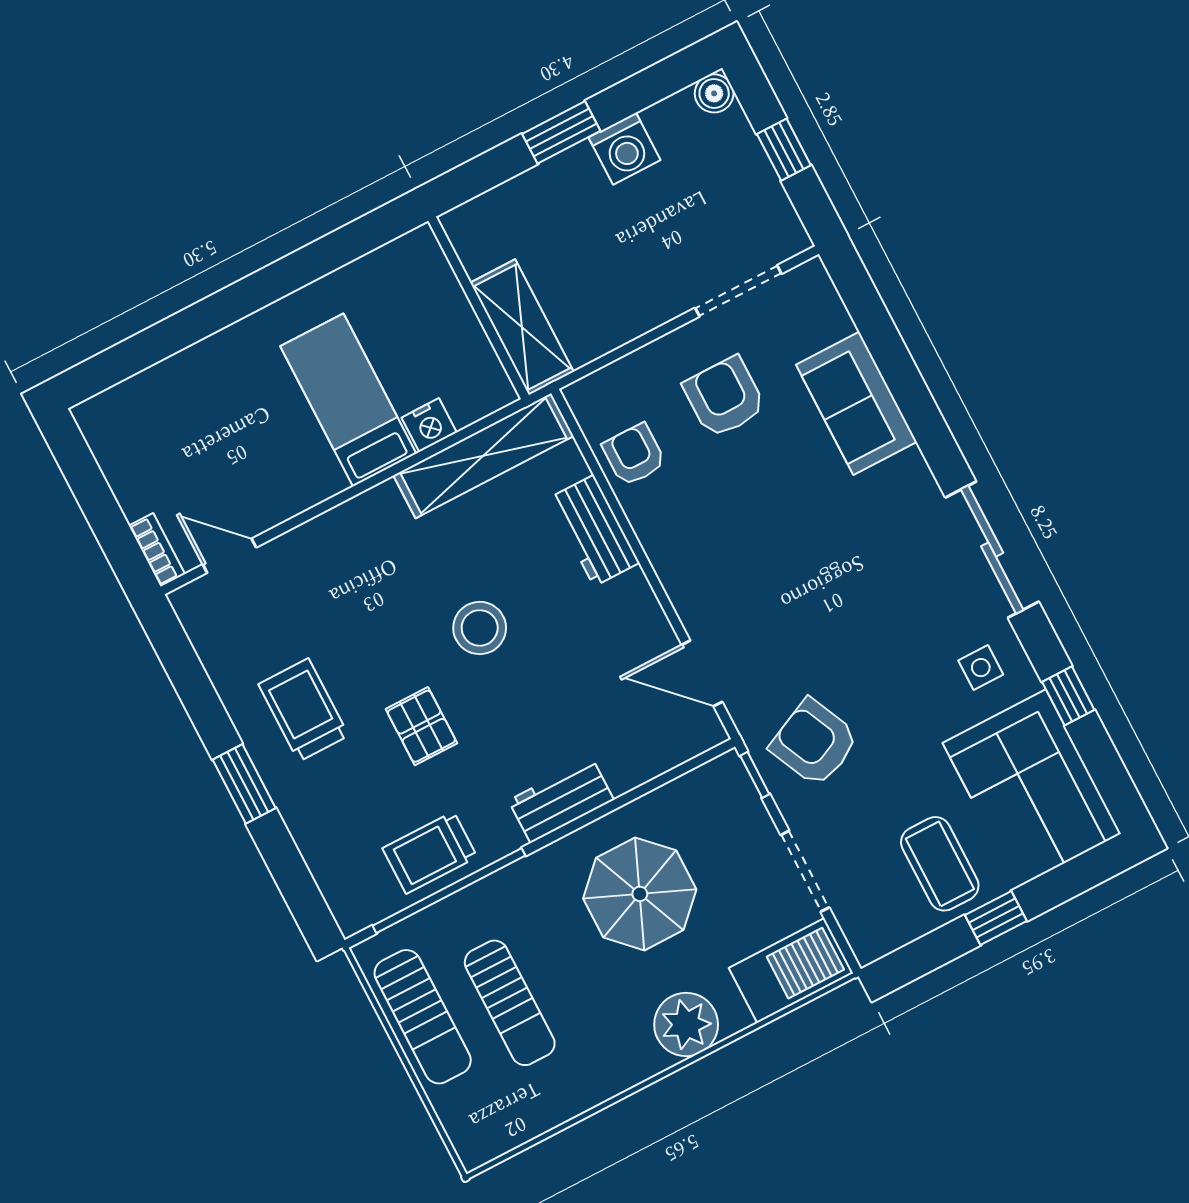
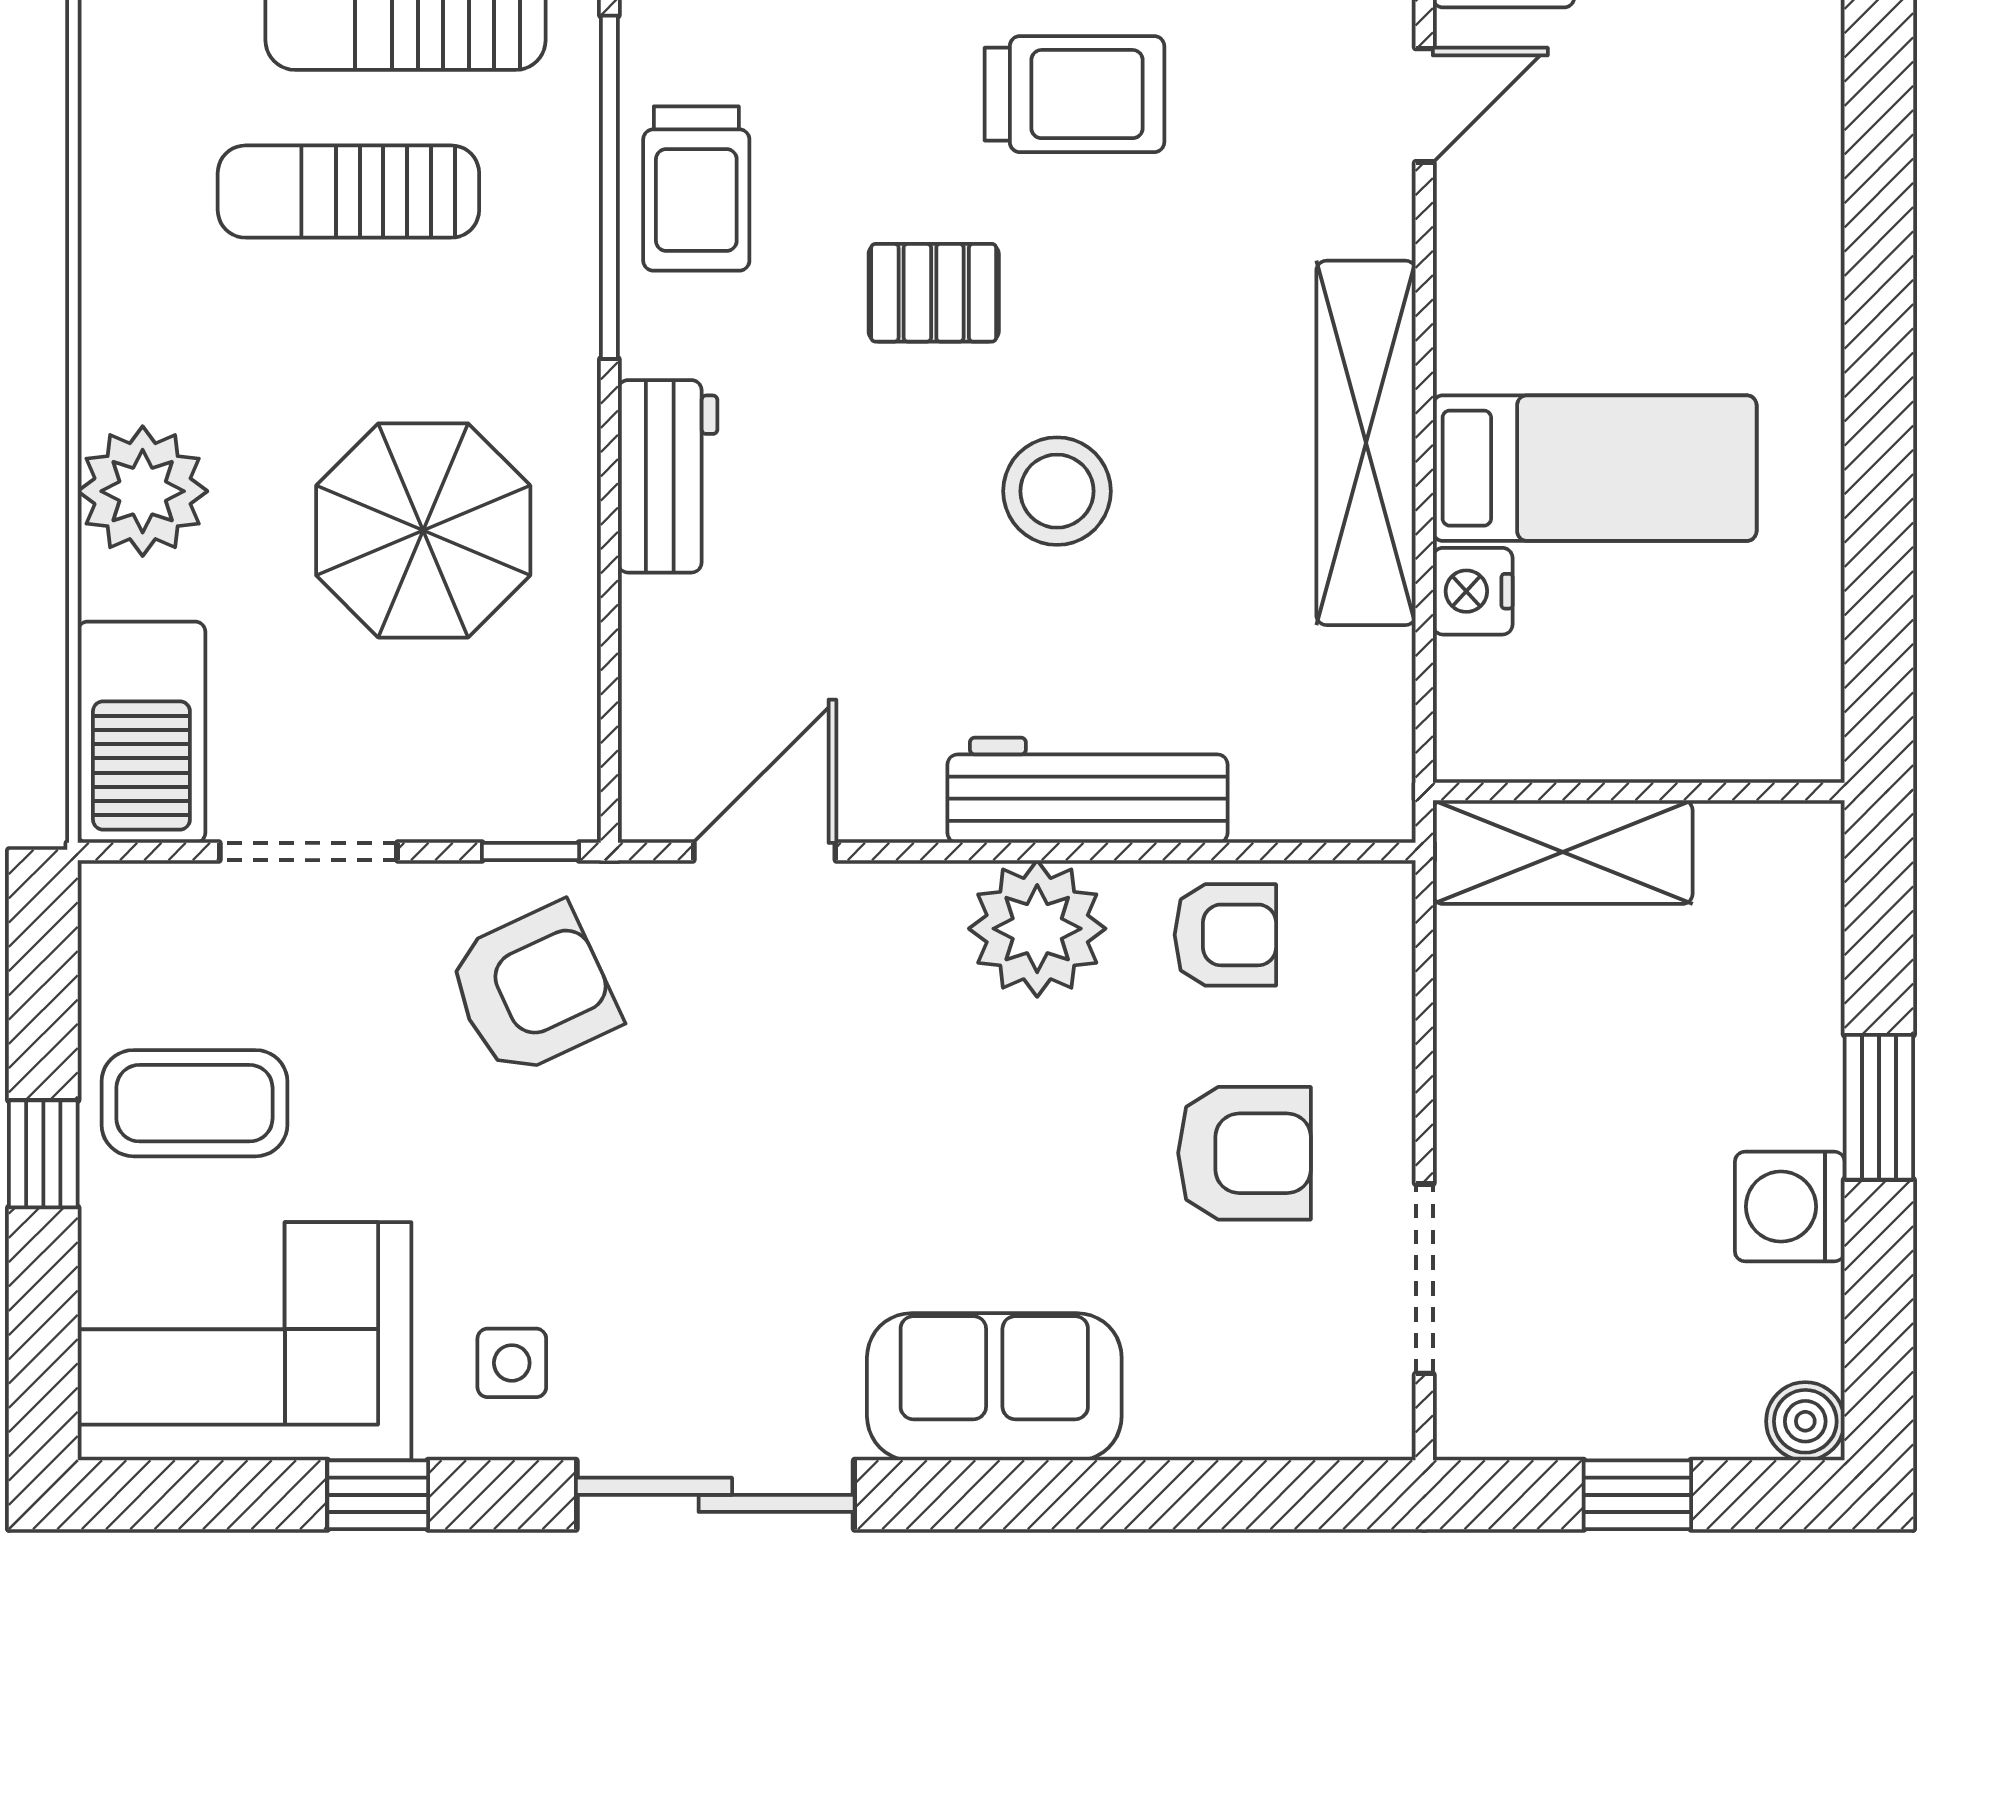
sofa: (856, 403) -> (994, 1387), moved
shelving: (483, 456) -> (1366, 443), moved
workbench: (594, 531) -> (1088, 790), width x1.38
plant: (674, 538) -> (1037, 929), added
trolley: (430, 853) -> (696, 189), turned 180

